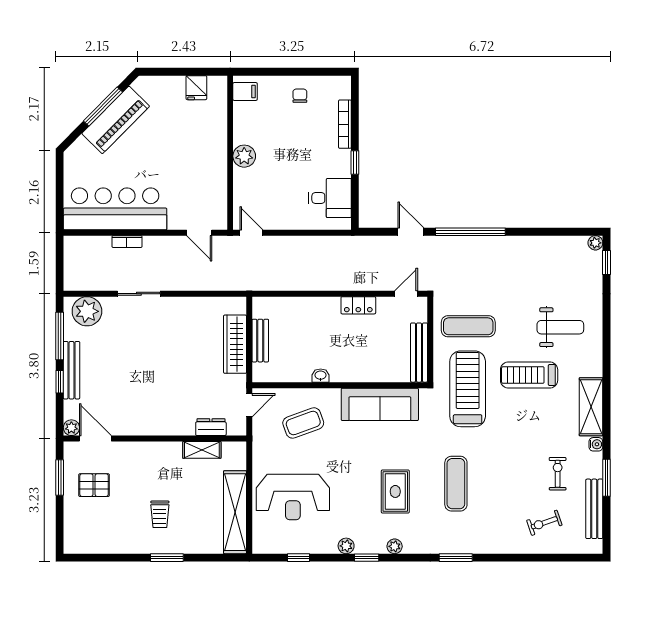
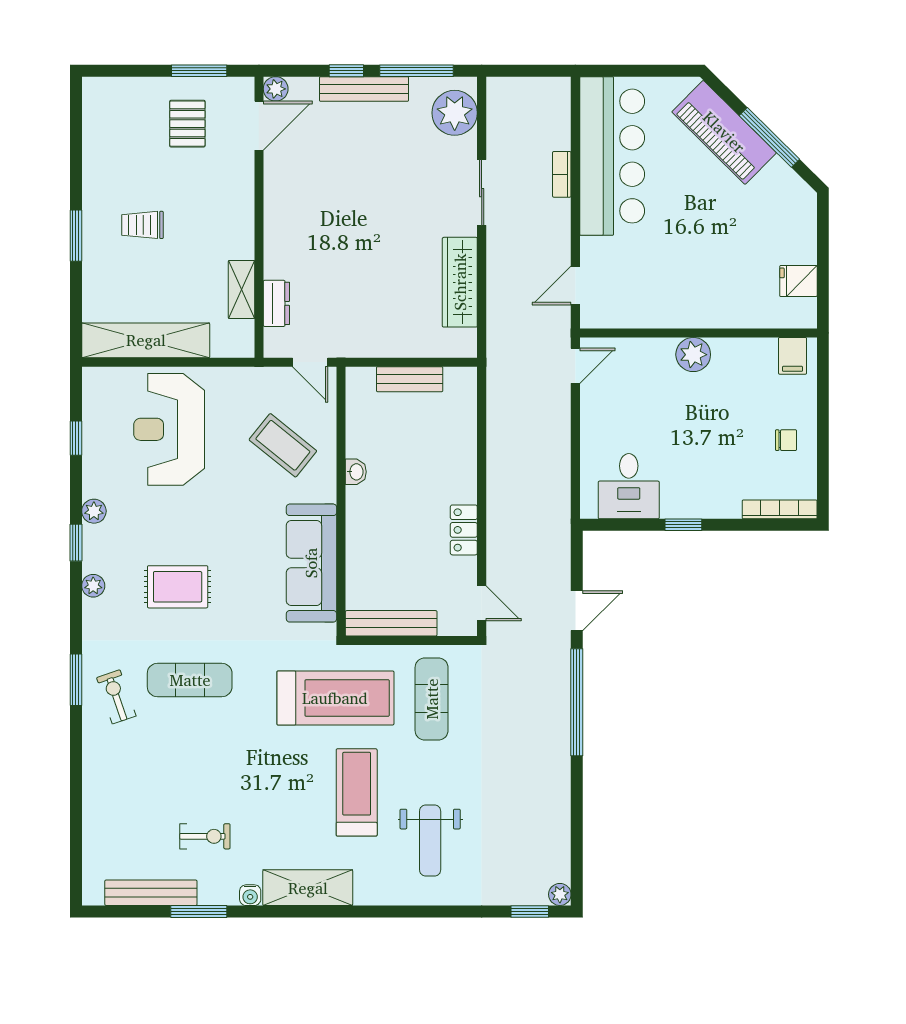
piano: (116, 120) -> (724, 132), moved
bookcase: (345, 124) -> (780, 509), moved
wardrobe: (235, 344) -> (460, 282), moved, turned -90
coffee table: (303, 423) -> (283, 445), turned -31
exercise bike: (544, 523) -> (116, 697), moved

